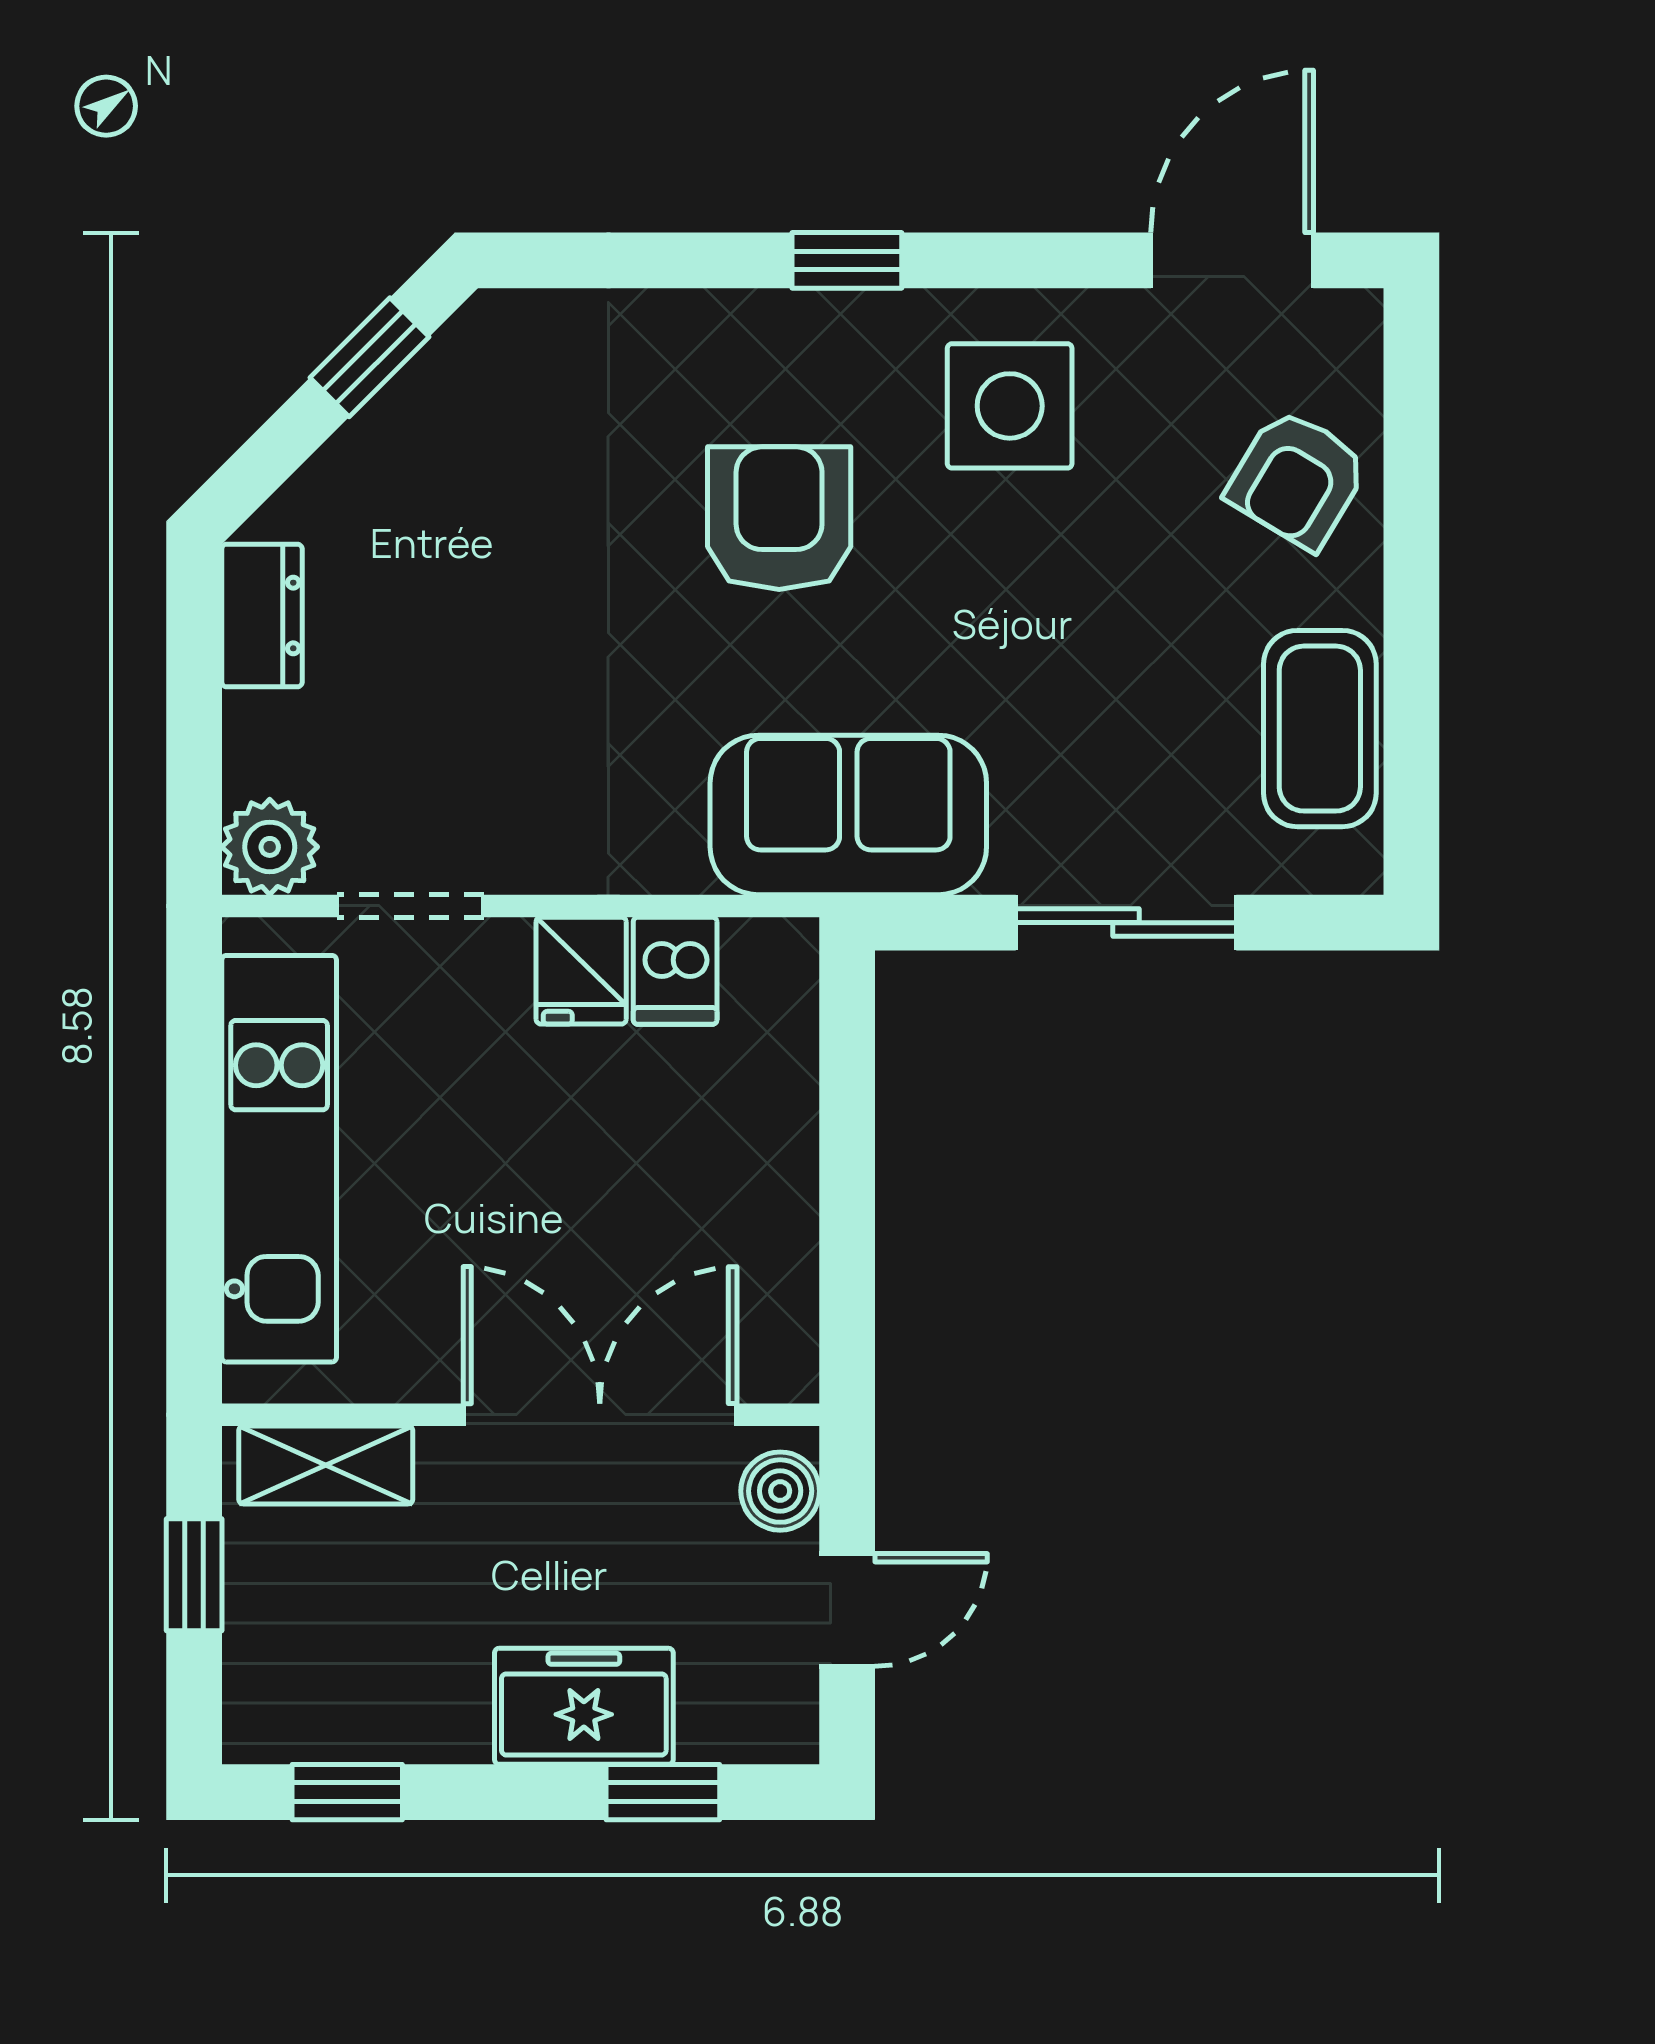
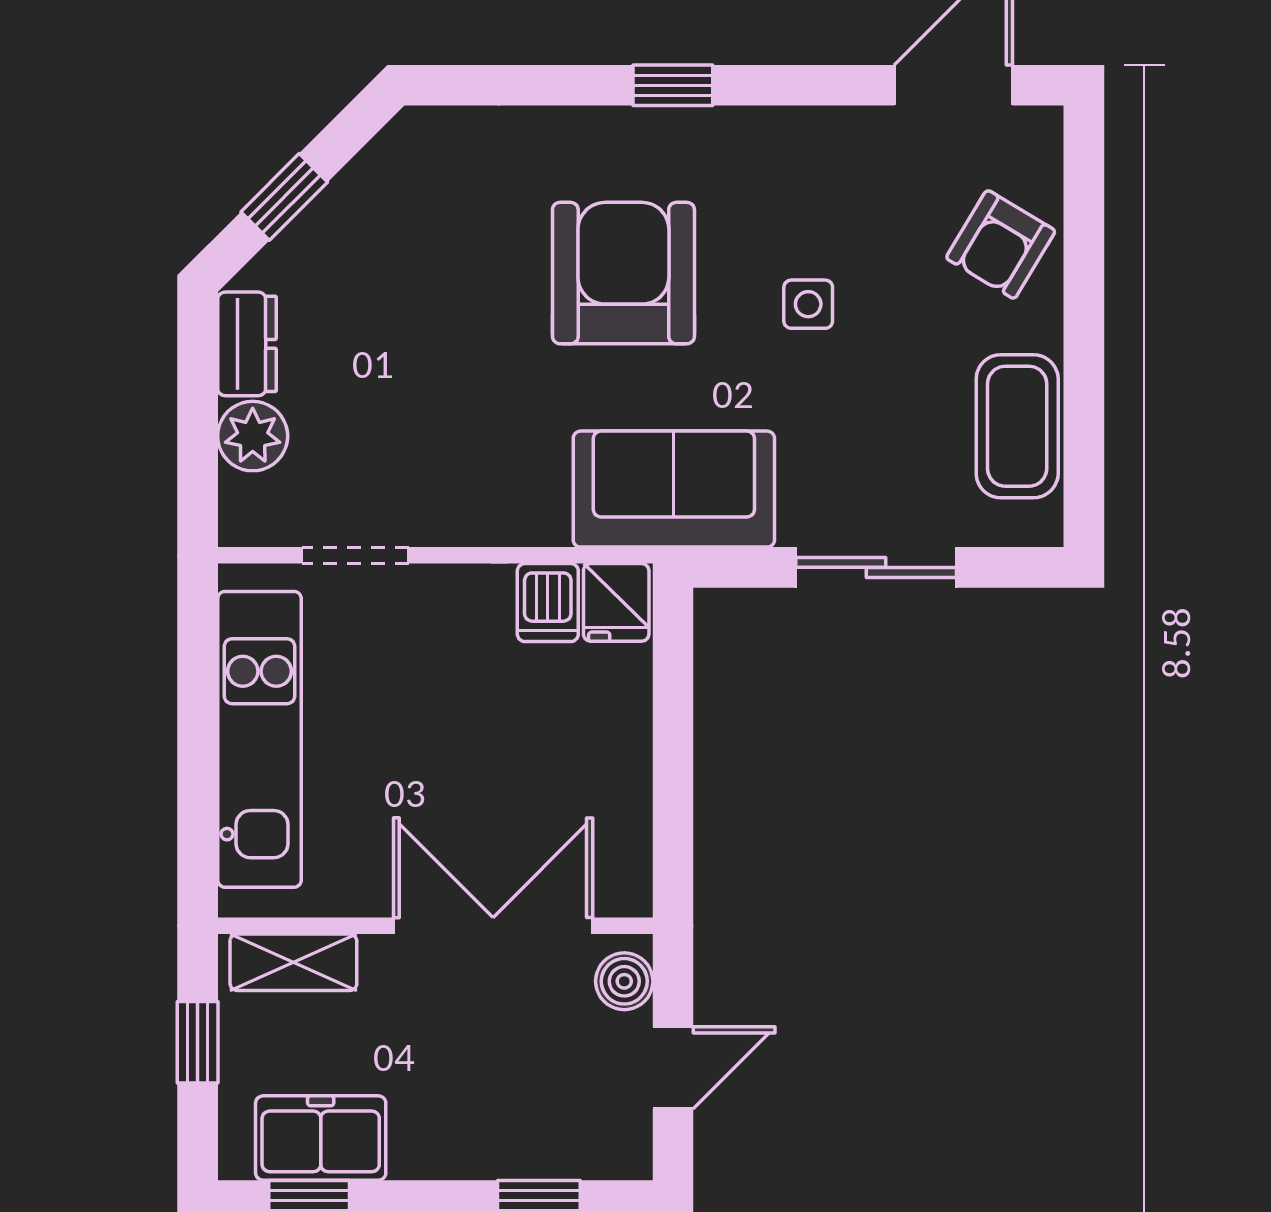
window: (369, 357) -> (284, 197), moved
side table: (1010, 406) -> (808, 304), moved, width x0.54, depth x0.54
armchair: (779, 518) -> (623, 273), width x1.36, depth x1.36
plant: (270, 847) -> (253, 436), moved
fridge: (581, 971) -> (616, 602), moved
freezer: (584, 1706) -> (321, 1138), moved

